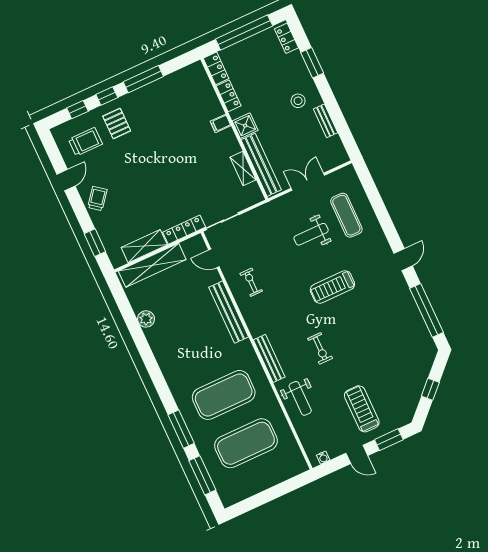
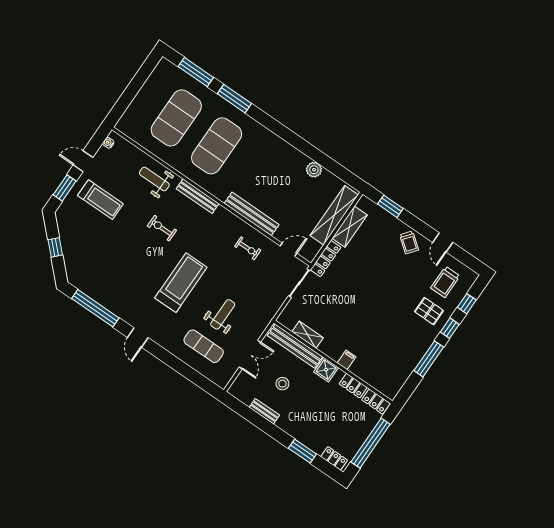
stool: (298, 101) -> (282, 384), moved
treadmill: (332, 287) -> (181, 283), width x1.37, depth x1.38

